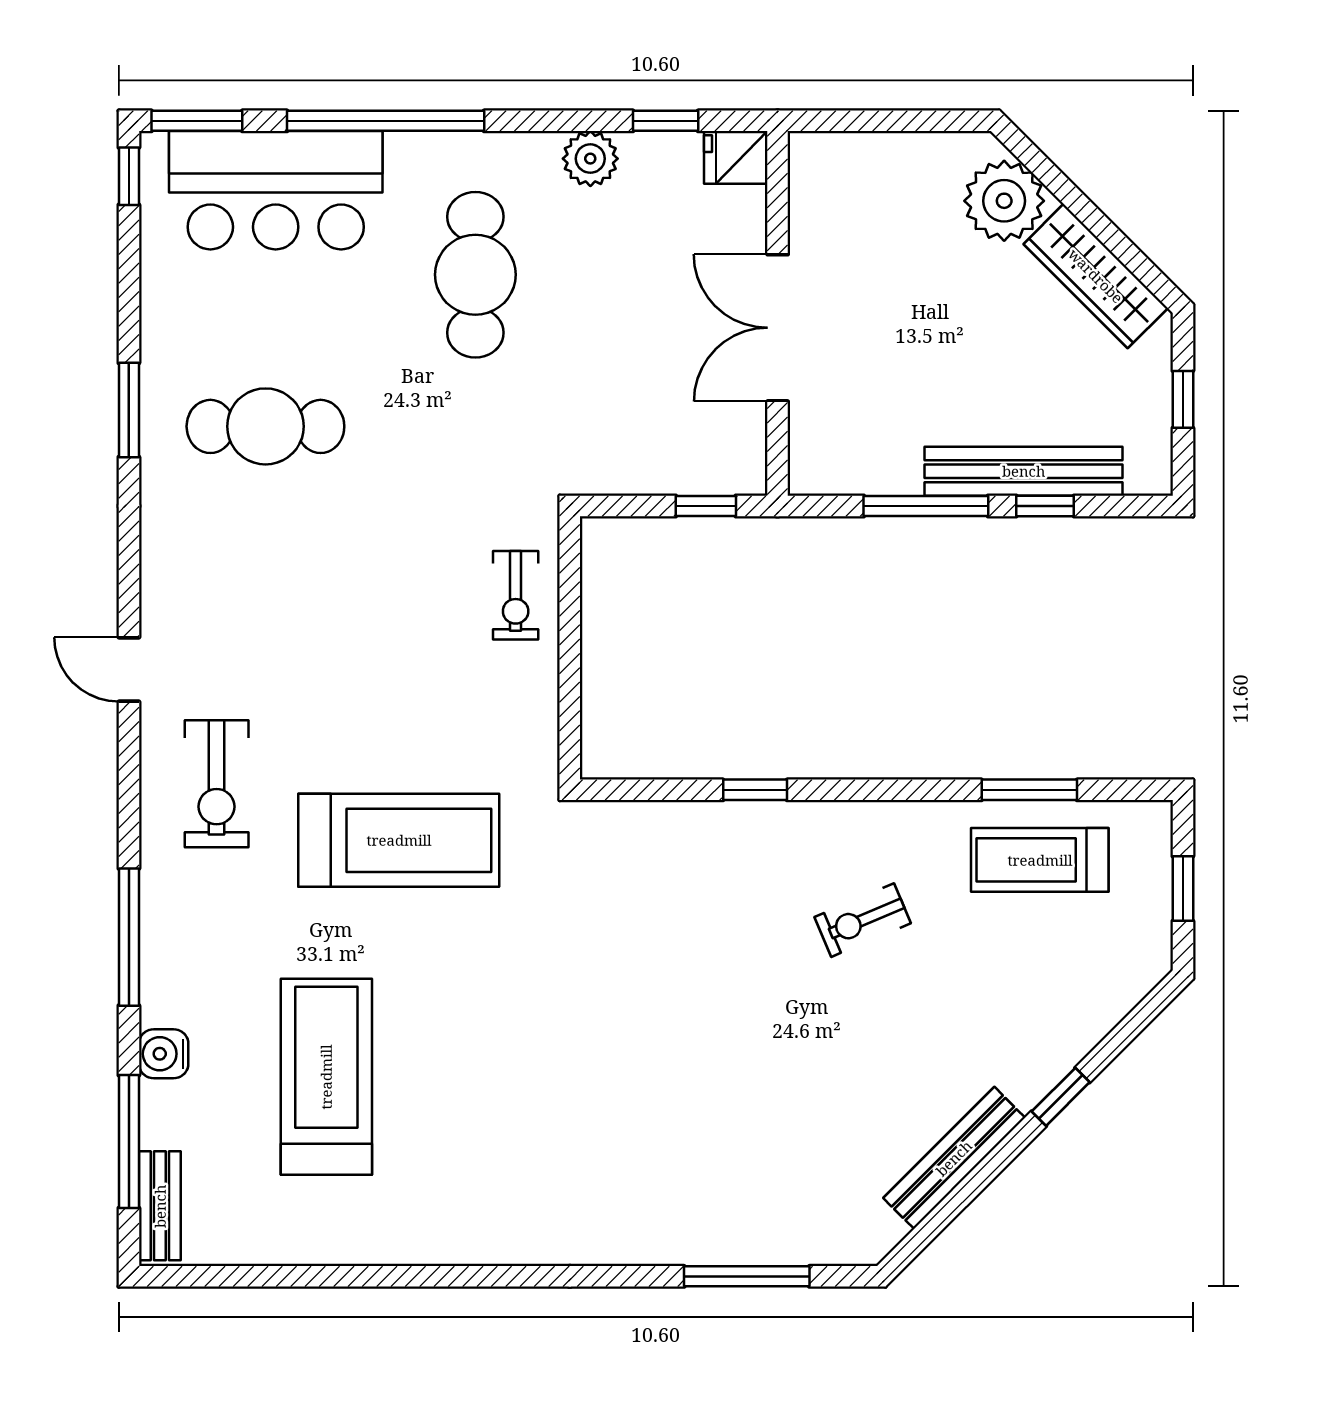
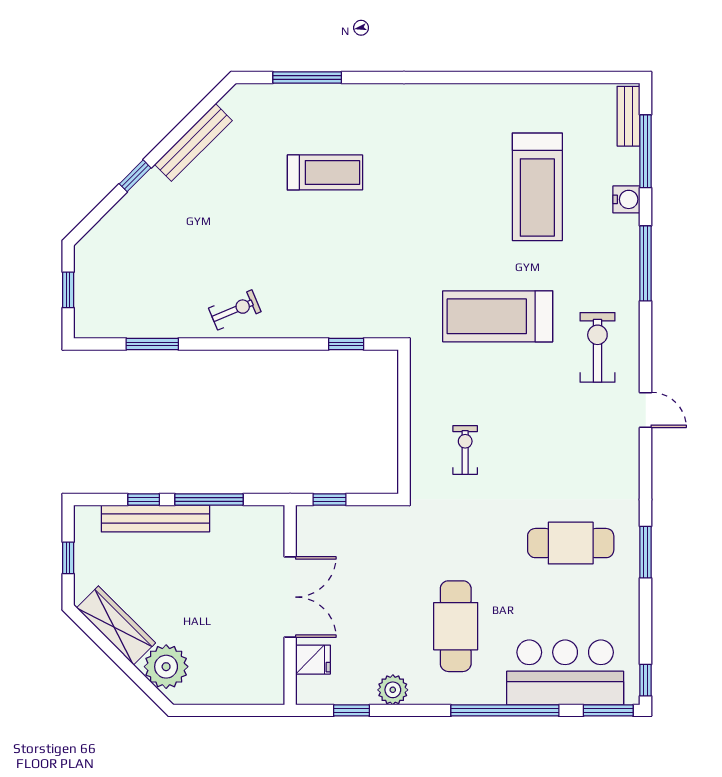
fridge: (736, 157) -> (313, 660), moved
exercise bike: (516, 595) -> (465, 450), moved
window: (755, 790) -> (346, 344), moved
treadmill: (1040, 860) -> (325, 172), moved
exercise bike: (863, 920) -> (235, 310), moved

